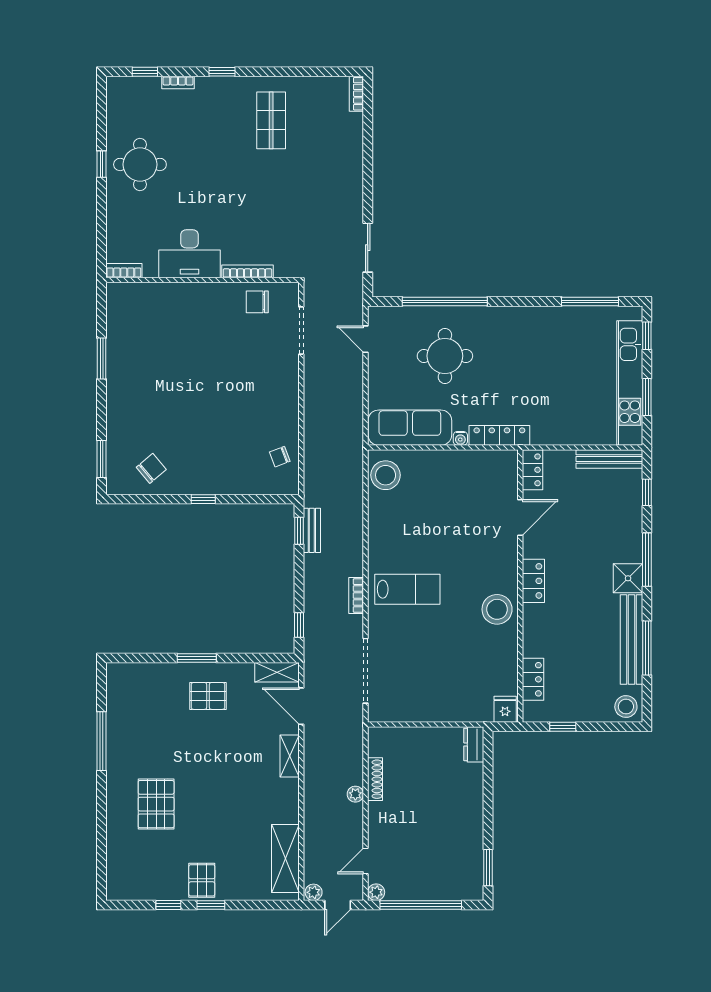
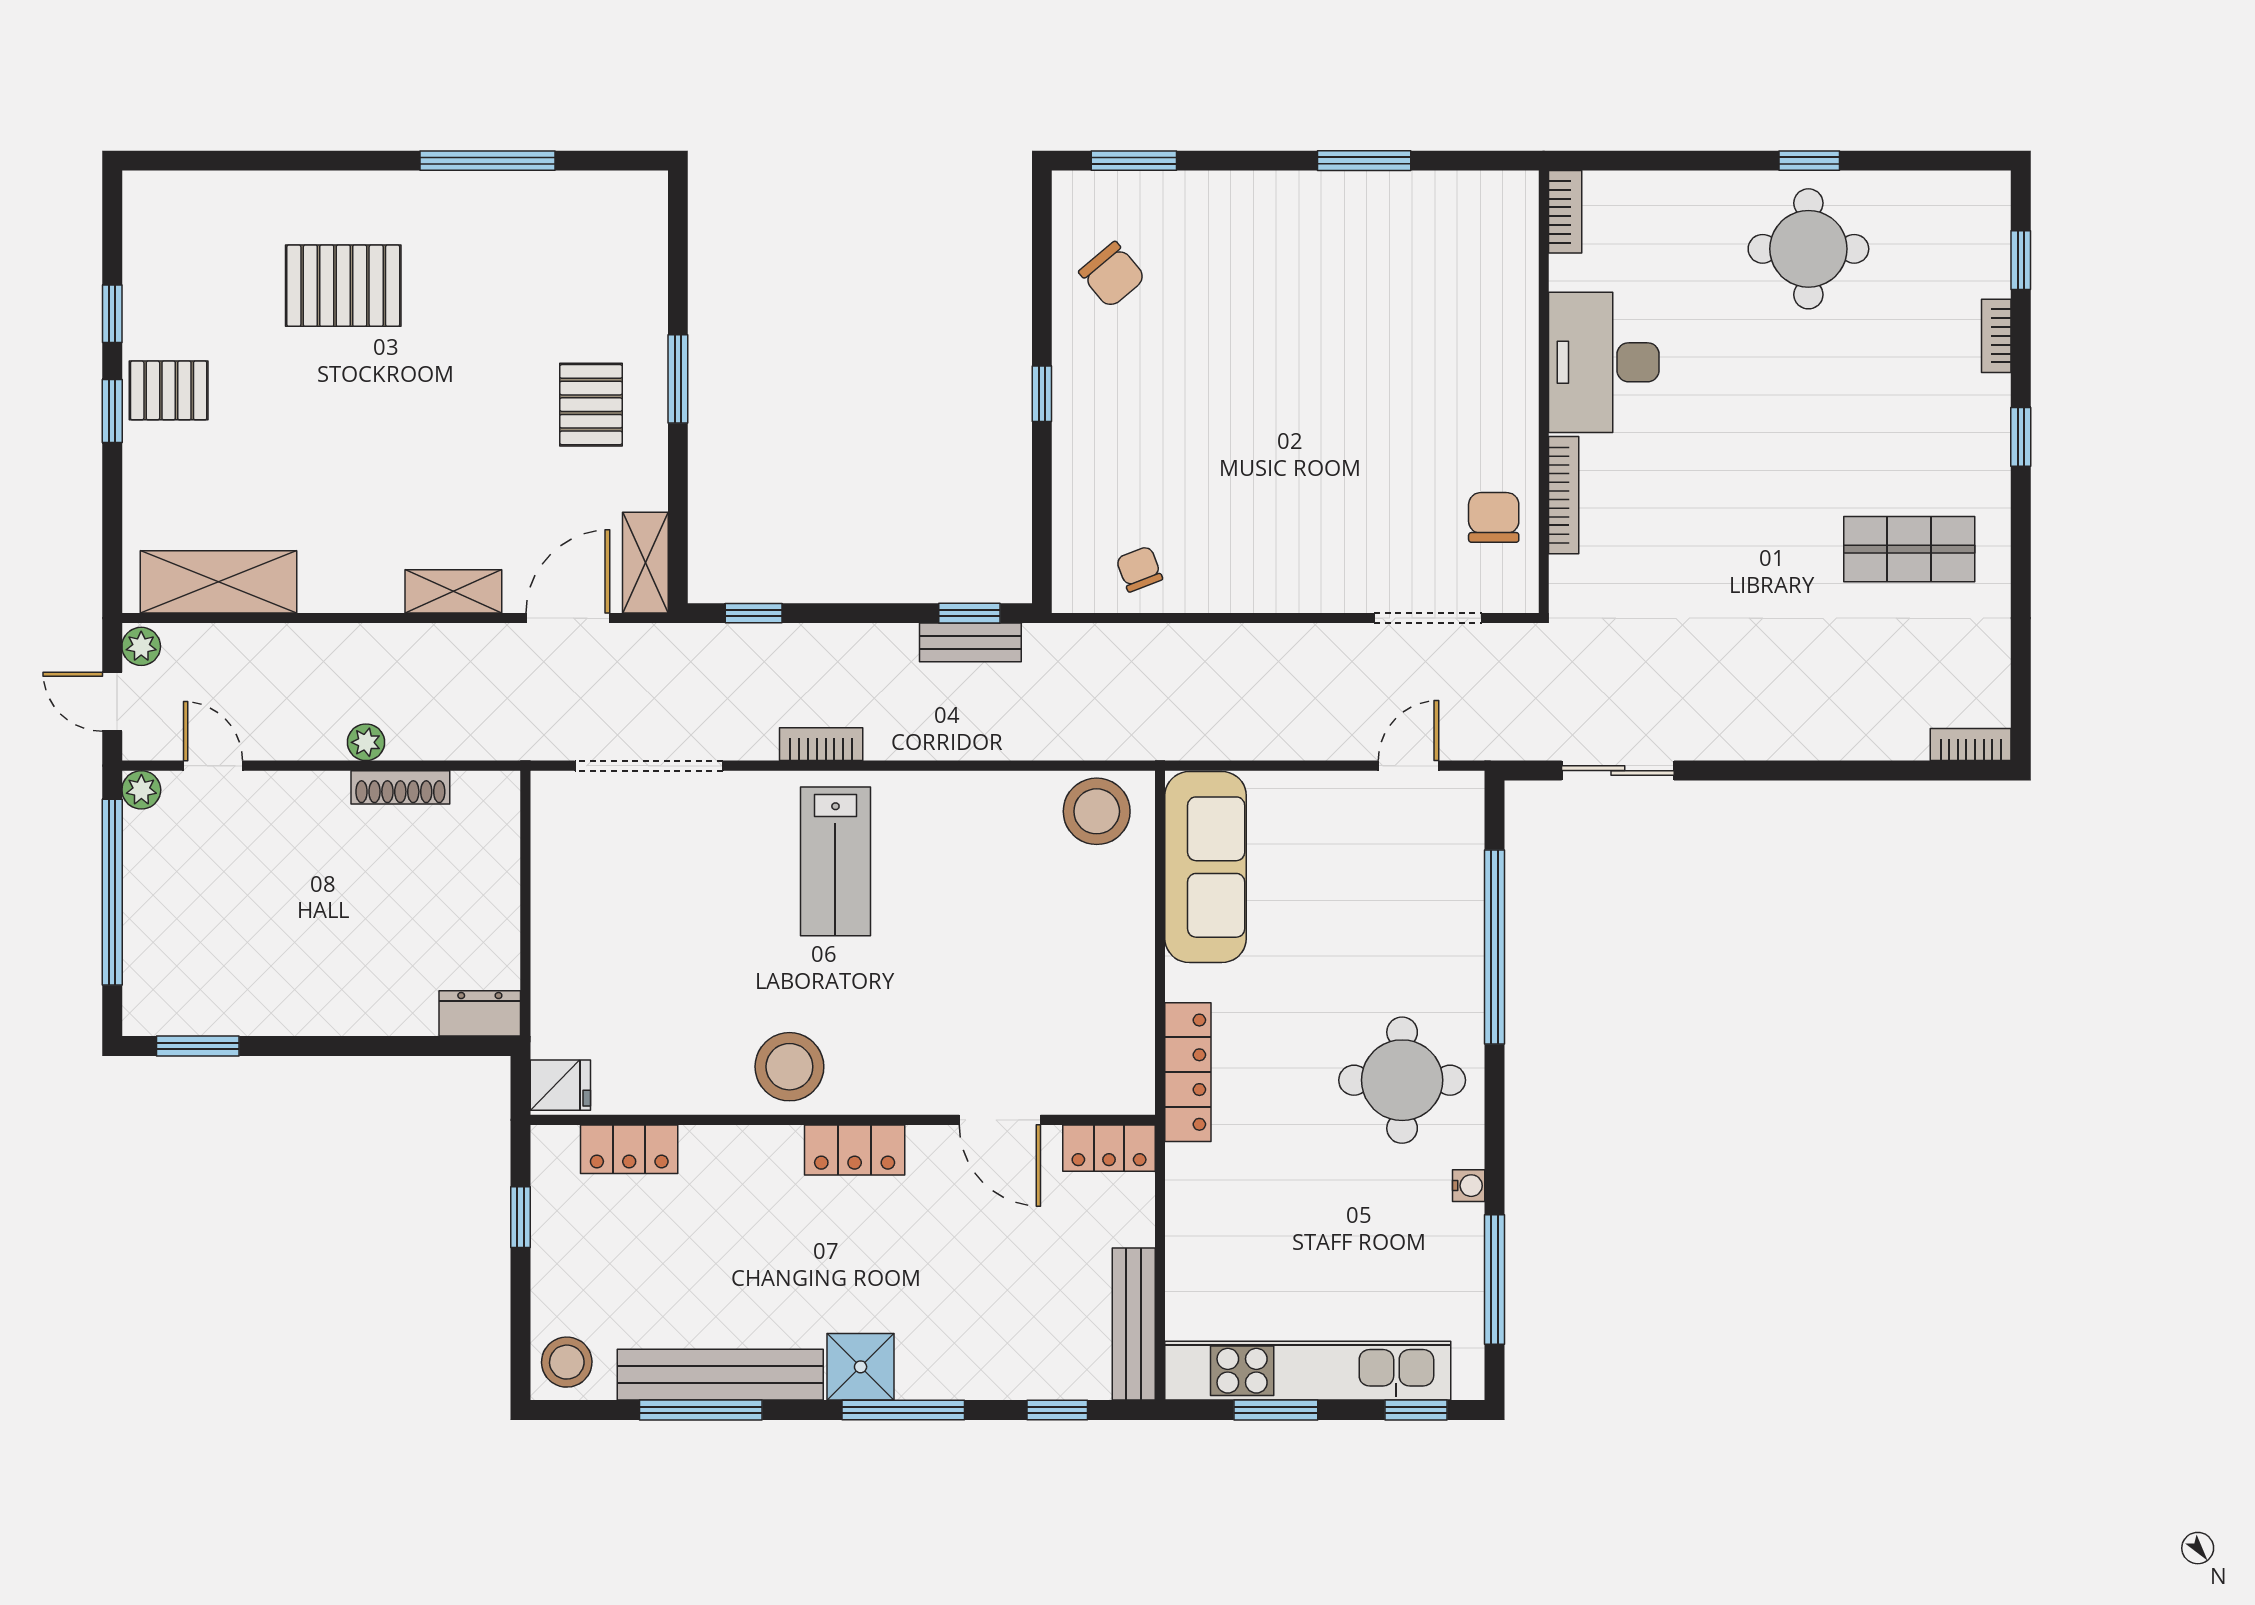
round table: (445, 356) -> (1402, 1080), moved
water cooler: (460, 438) -> (1469, 1186), moved, turned 180

